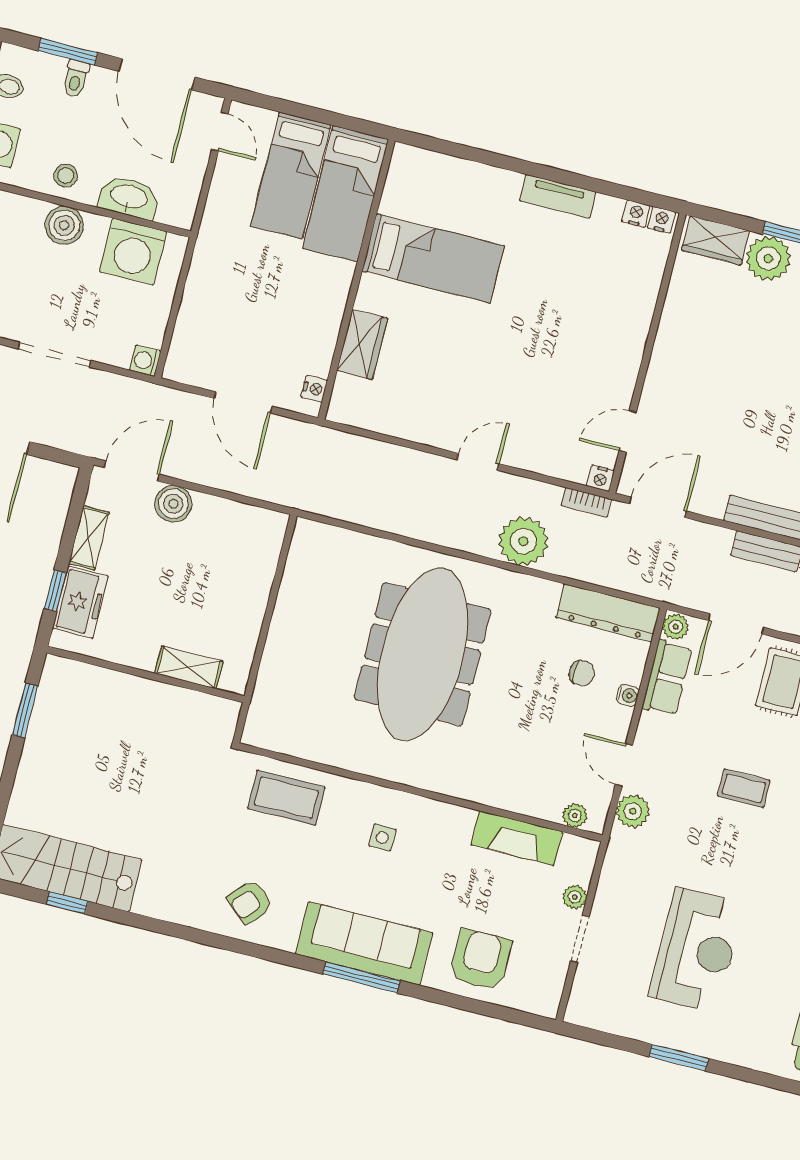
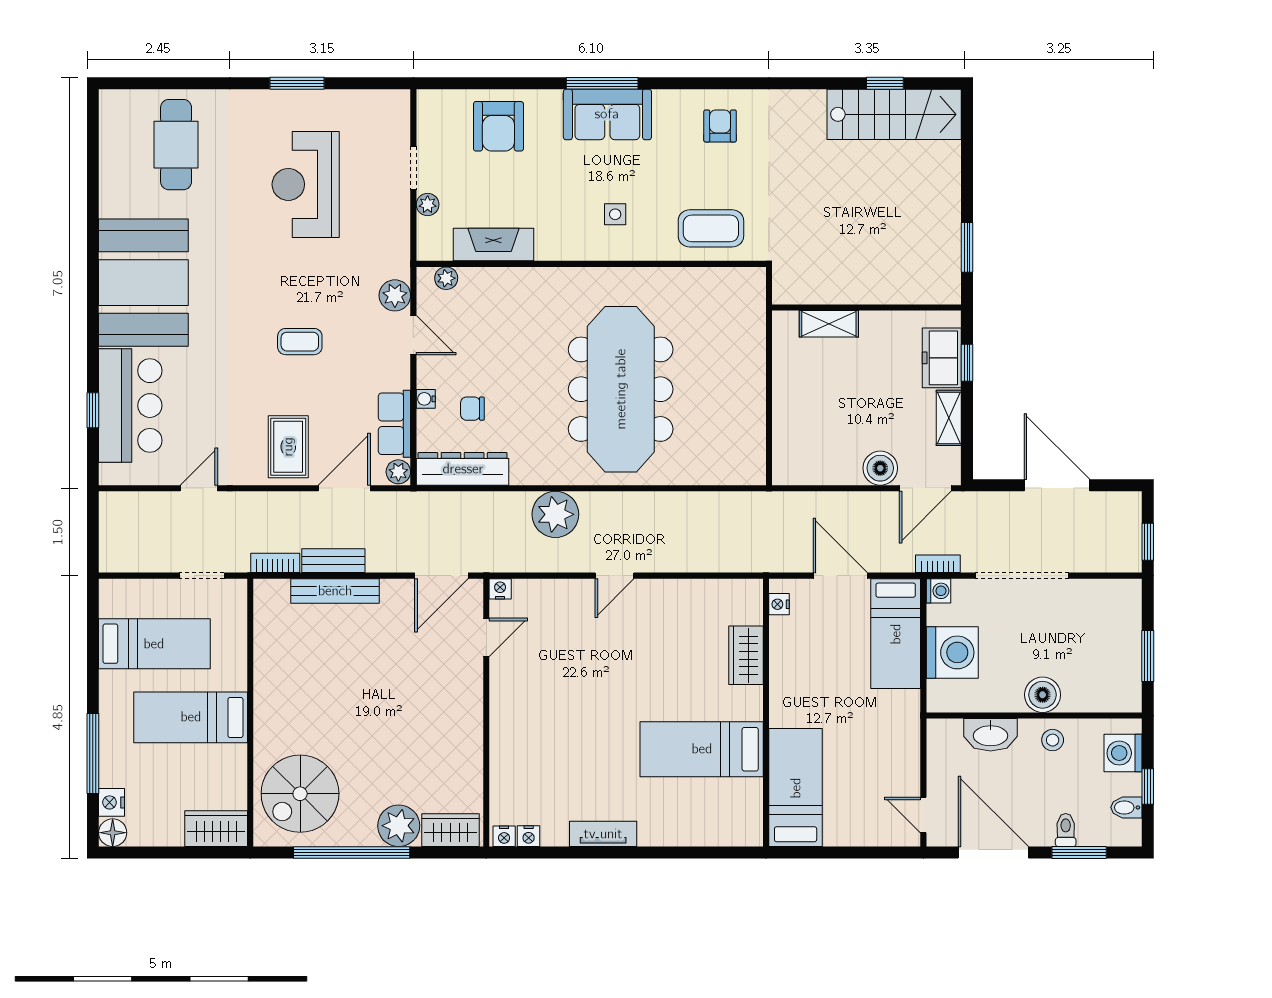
bed: (291, 175) -> (896, 634), moved, turned 180
washing machine: (133, 252) -> (952, 652), moved, turned 90
doorway: (54, 355) -> (1022, 576), width x1.36
bookcase: (587, 502) -> (938, 564), moved
armchair: (250, 902) -> (720, 126), turned -41
sofa: (364, 943) -> (607, 114), width x0.73

